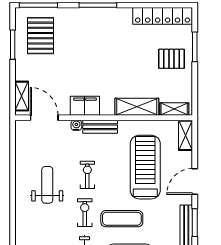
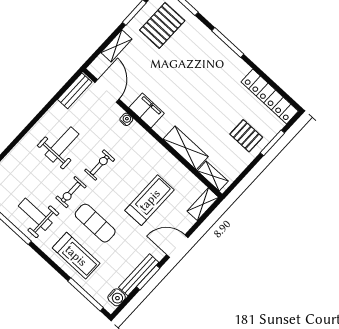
shelving: (22, 96) -> (116, 46), moved
bench: (100, 127) -> (75, 91), moved, turned 90
treadmill: (145, 167) -> (150, 200), width x0.73, depth x0.73
exercise bike: (85, 213) -> (71, 192), turned 180

